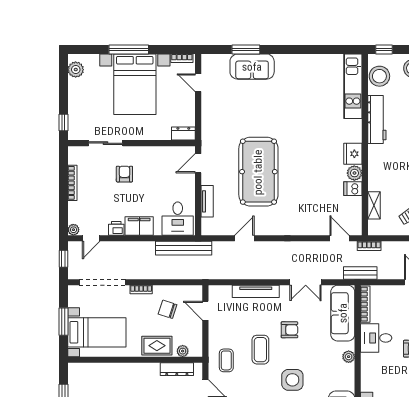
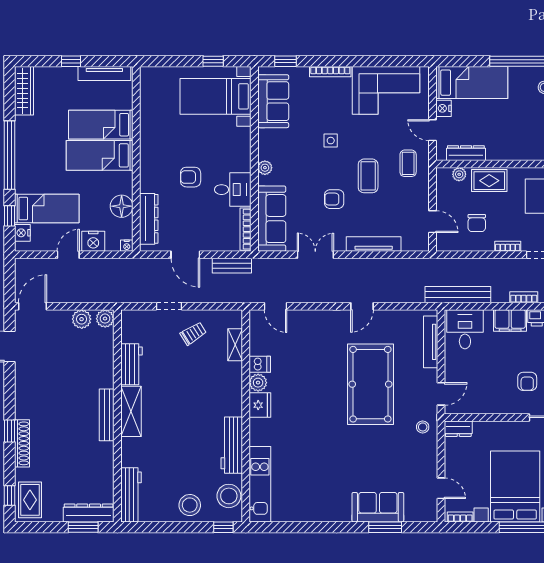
stool: (214, 135) -> (423, 427), added
tv unit: (207, 201) -> (431, 342), width x1.41
door: (244, 238) -> (362, 306), moved
bookcase: (369, 246) -> (524, 297), moved
bench: (360, 273) -> (232, 266), moved
chair: (168, 309) -> (477, 223), turned 72
side table: (292, 380) -> (331, 141), width x0.54, depth x0.54

